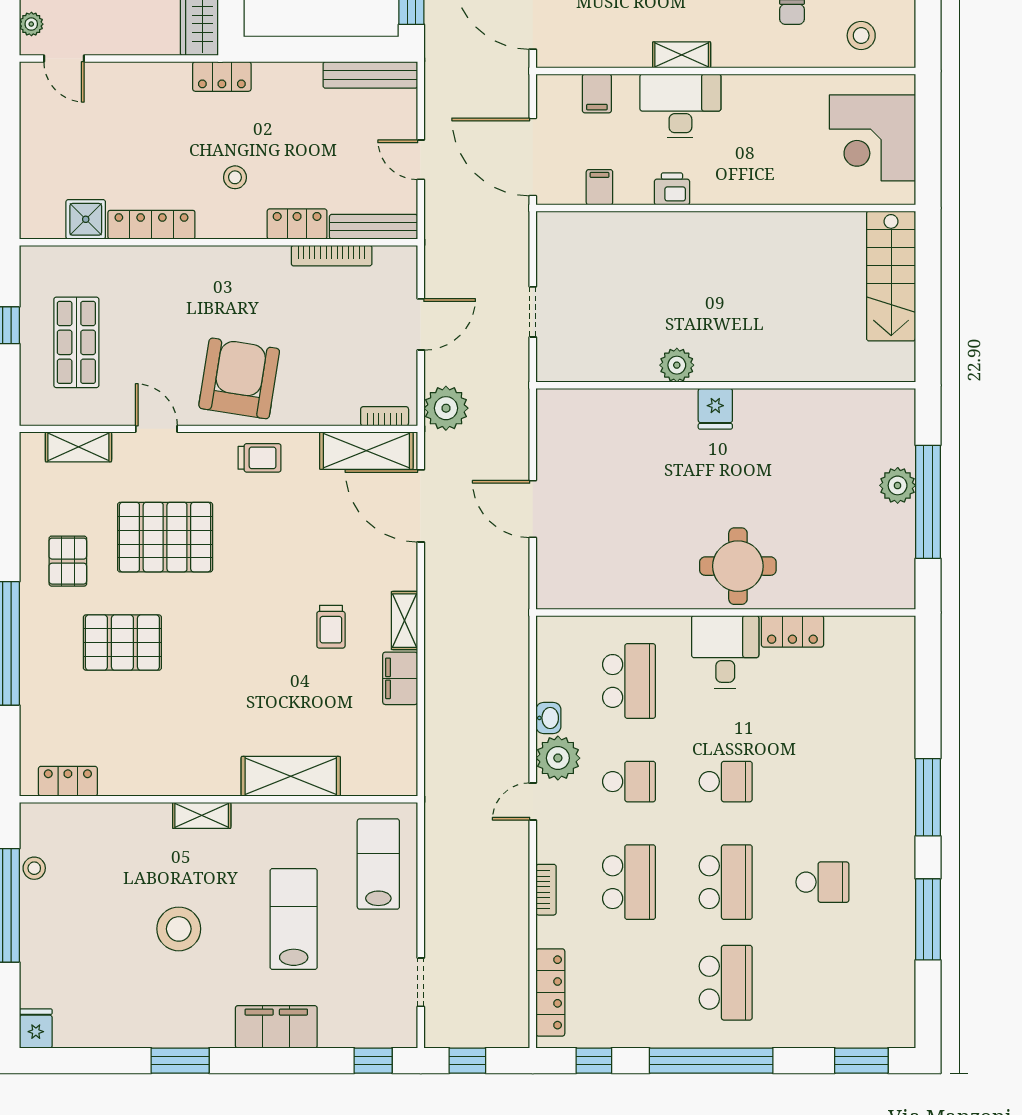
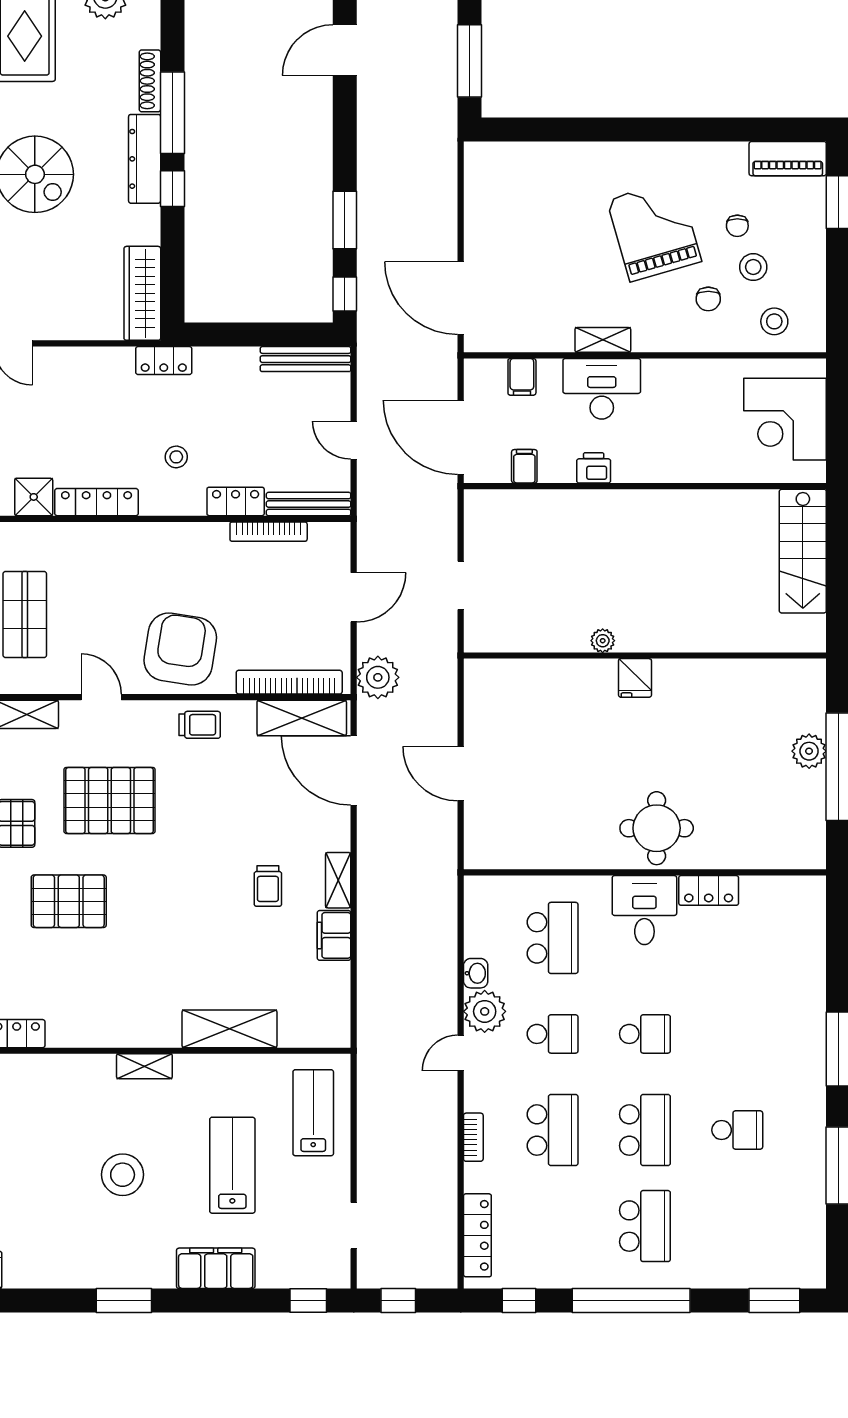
plant: (677, 365) -> (603, 641), width x0.73, depth x0.73
bookcase: (385, 416) -> (289, 682), width x2.31, depth x1.31

